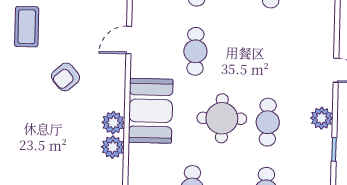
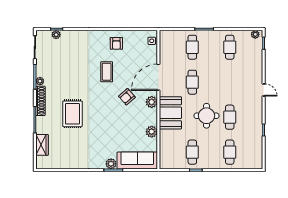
door: (129, 40) -> (158, 77), width x1.88
plant: (322, 118) -> (257, 114), removed
plant: (113, 123) -> (152, 102), moved

